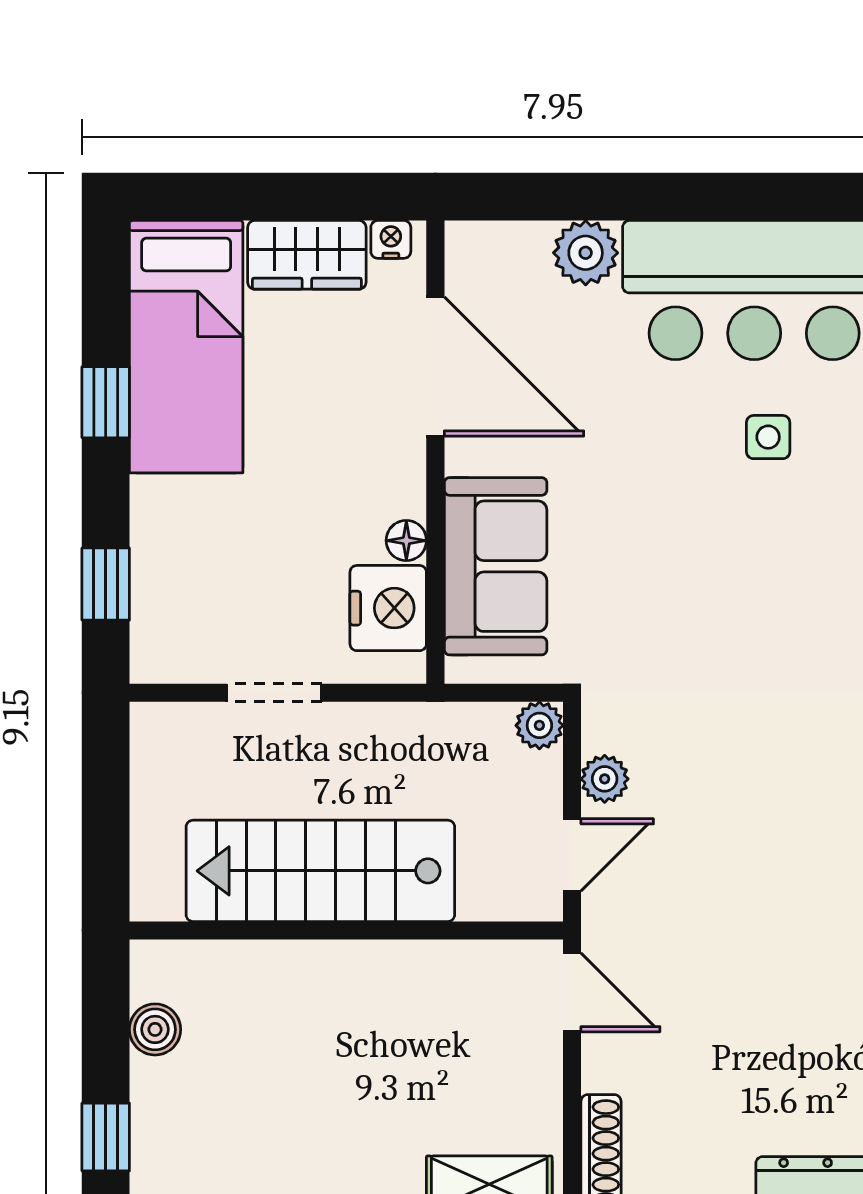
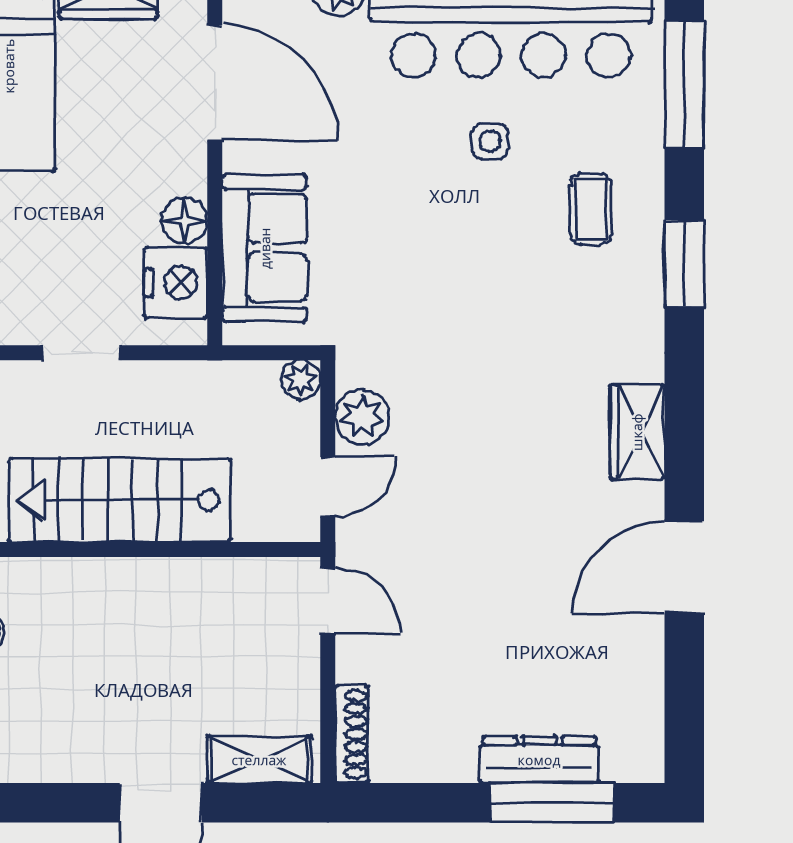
floor lamp: (406, 541) -> (184, 221), width x1.37, depth x1.37
plant: (605, 779) -> (362, 417), width x1.38, depth x1.38

